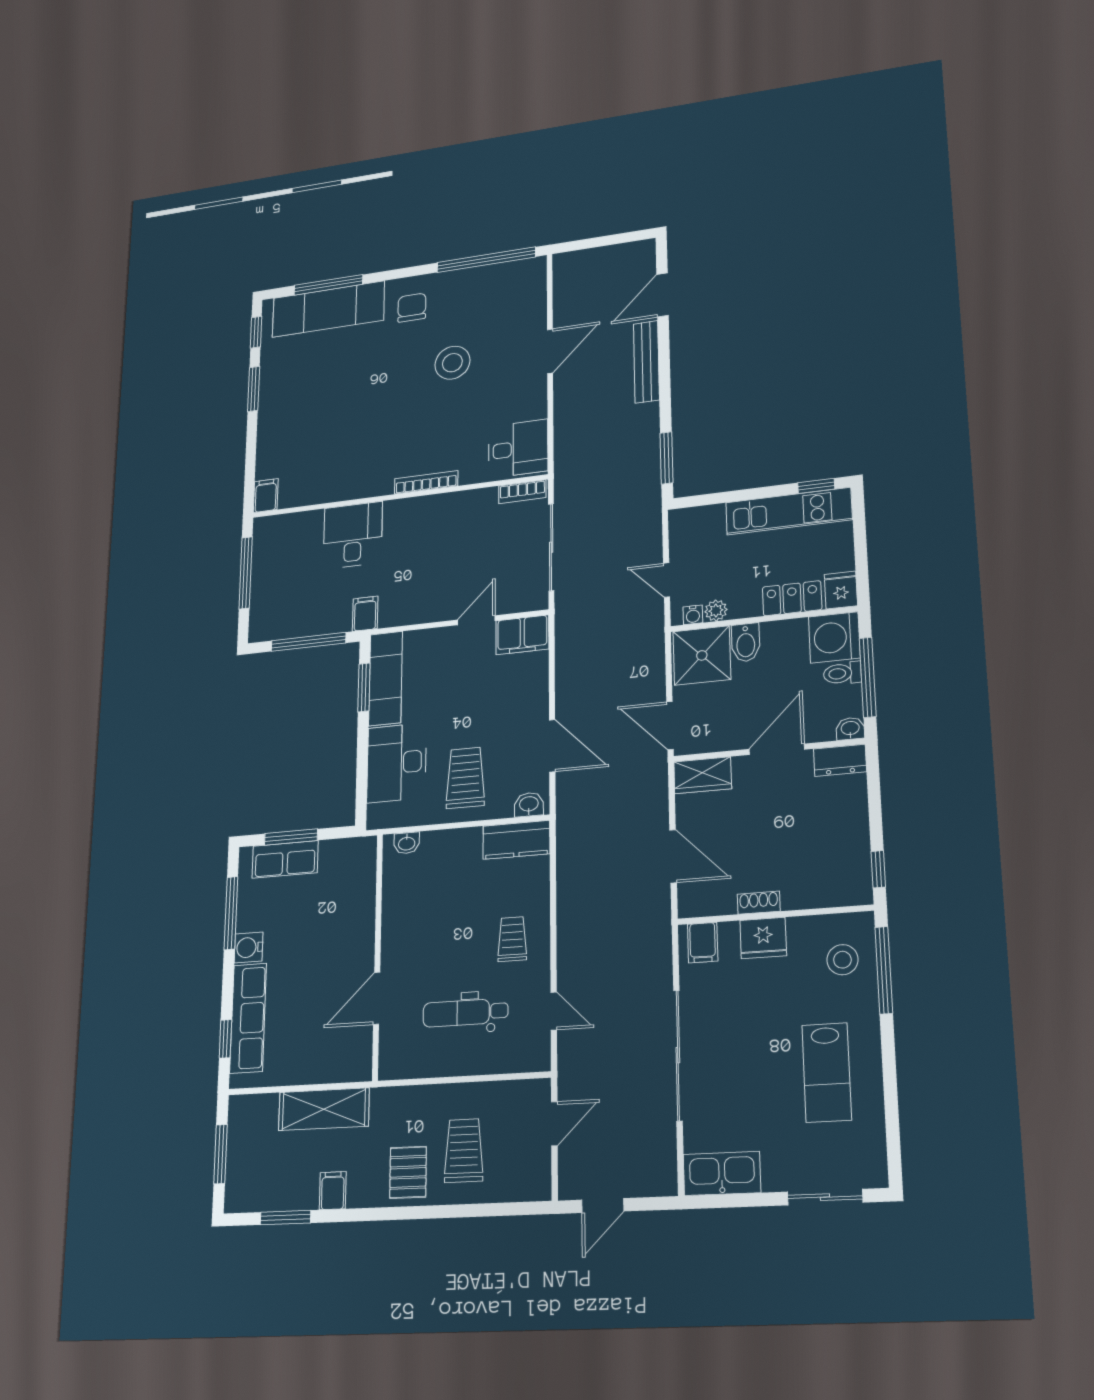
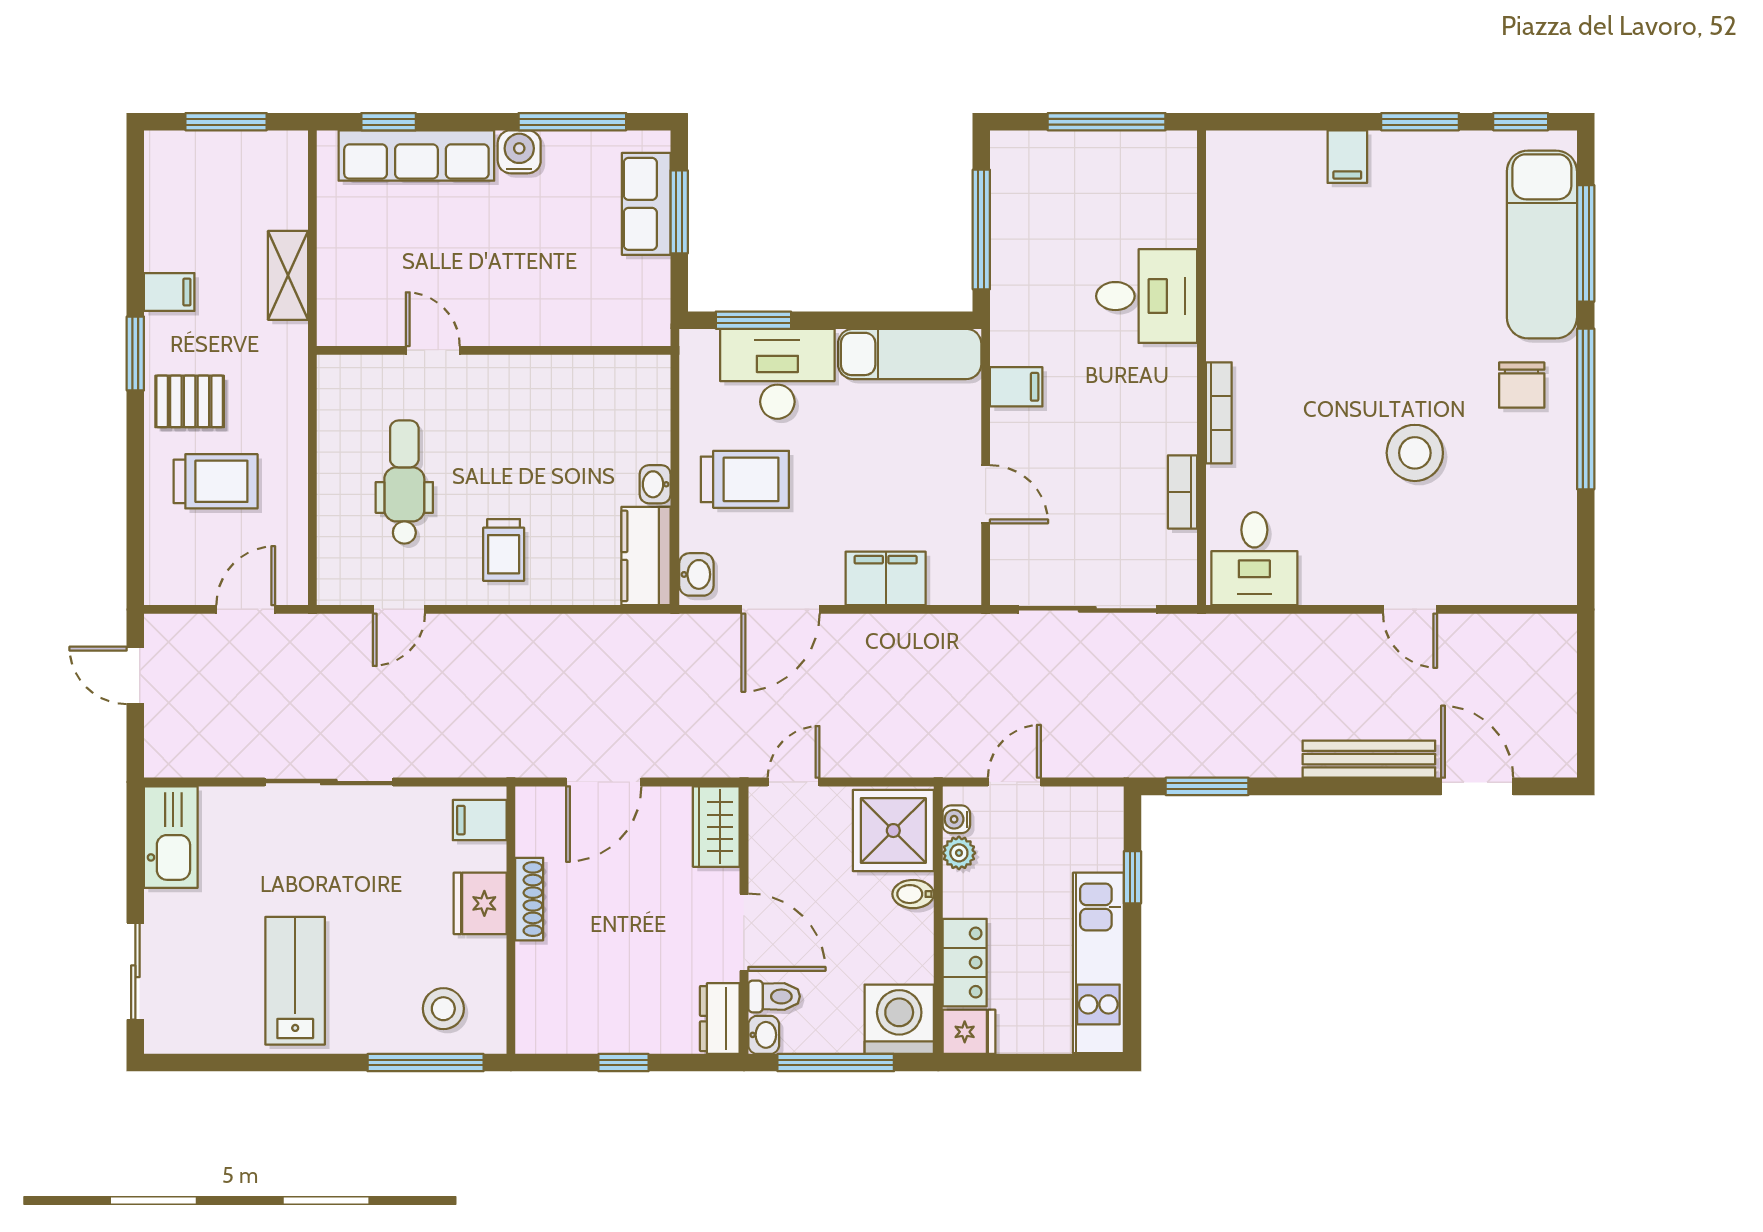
window: (486, 260) -> (1586, 409), moved
chair: (412, 308) -> (1522, 385), turned 90
door: (550, 351) -> (1410, 609), width x0.73
window: (816, 486) -> (1132, 877), moved
bookcase: (522, 492) -> (1183, 492), moved
filing cabinet: (266, 496) -> (1347, 157), moved, turned 90
filing cabinet: (365, 614) -> (1016, 387), moved
filing cabinet: (522, 635) -> (886, 578), moved, turned 90
bidet: (746, 643) -> (913, 894), width x0.72, depth x0.74
toilet: (842, 673) -> (774, 996), moved, turned 90
window: (364, 687) -> (753, 320), moved
door: (670, 726) -> (794, 782), width x0.73
washbasin: (407, 843) -> (655, 484), moved
window: (878, 869) -> (623, 1063), moved
shoe rack: (759, 903) -> (529, 899), width x1.43
trolley: (512, 939) -> (504, 550), turned 90
door: (377, 998) -> (433, 350), width x0.73
sliding door: (678, 1055) -> (329, 782), width x0.73
lab bench: (827, 1072) -> (295, 981), turned 90
shelving: (324, 1109) -> (288, 275), width x0.67, depth x0.75
door: (554, 1124) -> (246, 609), swing flipped
window: (286, 1218) -> (135, 353), moved

